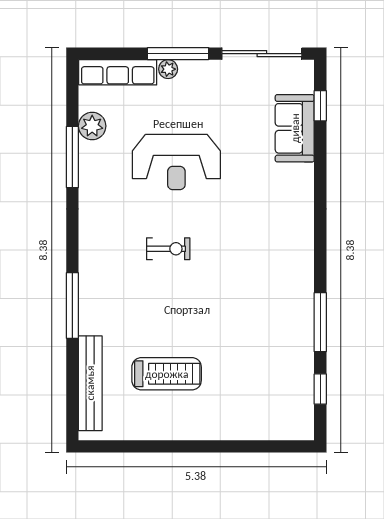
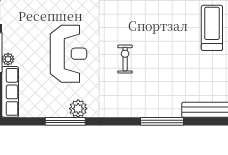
plant: (92, 126) -> (78, 109), moved
treadmill: (167, 374) -> (212, 28), moved

